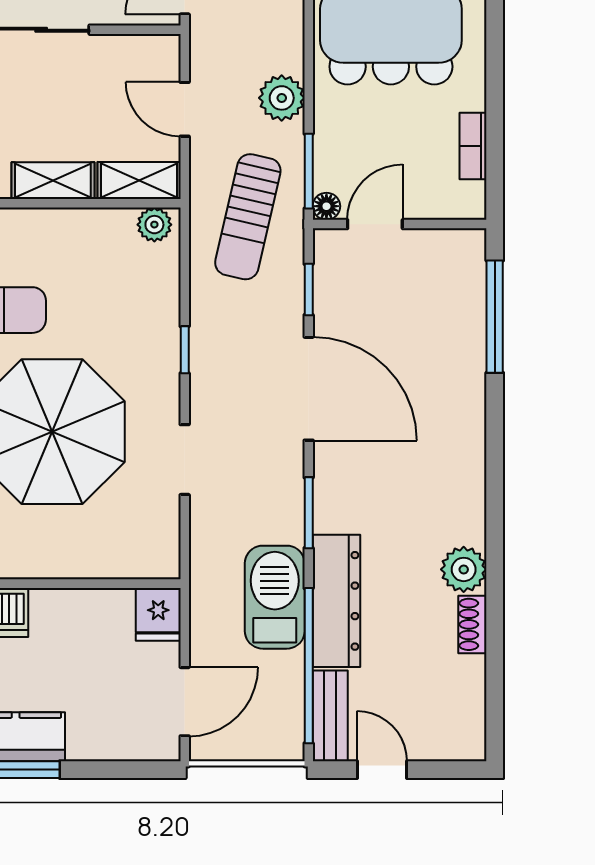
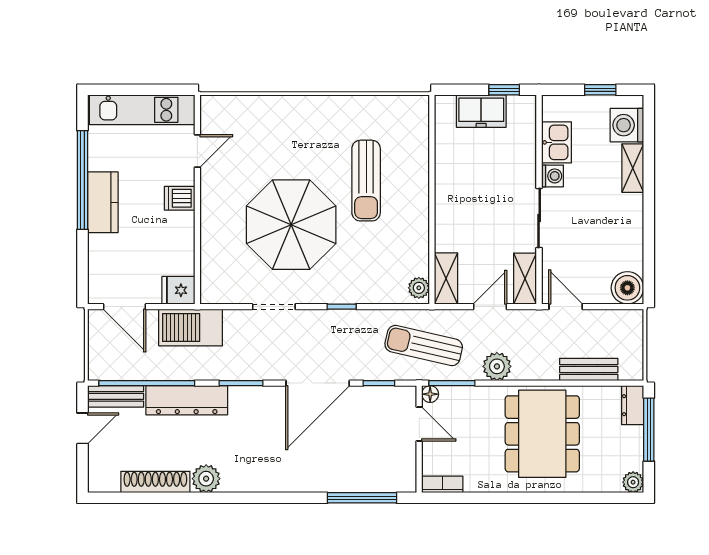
bookcase: (473, 146) -> (442, 484), moved
shelving: (53, 181) -> (525, 279), moved
barbecue: (275, 597) -> (191, 327), moved, turned 180
shoe rack: (472, 624) -> (155, 482), width x1.94, depth x1.24

